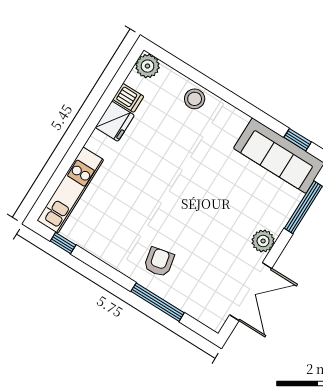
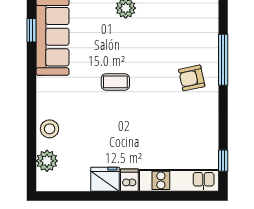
plant: (147, 66) -> (47, 161), moved
dishwasher: (128, 98) -> (129, 180), moved
coffee table: (200, 188) -> (115, 82), added

